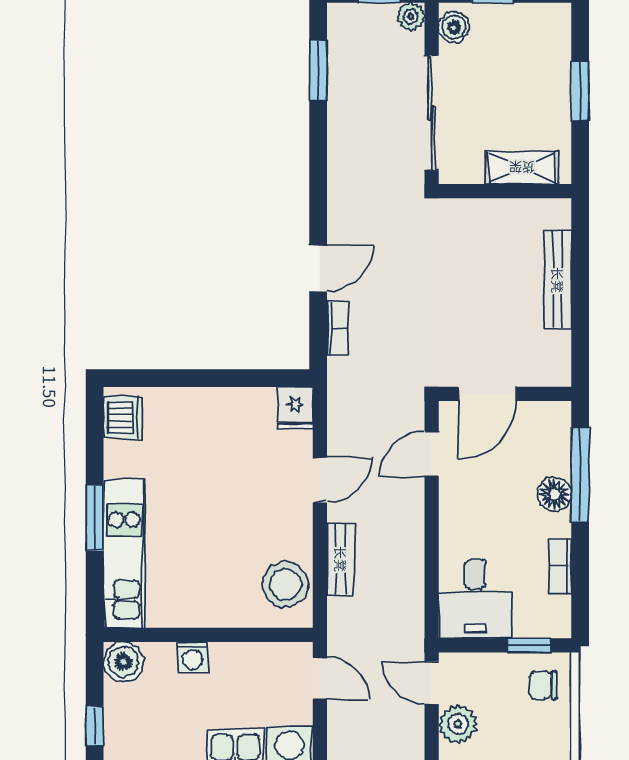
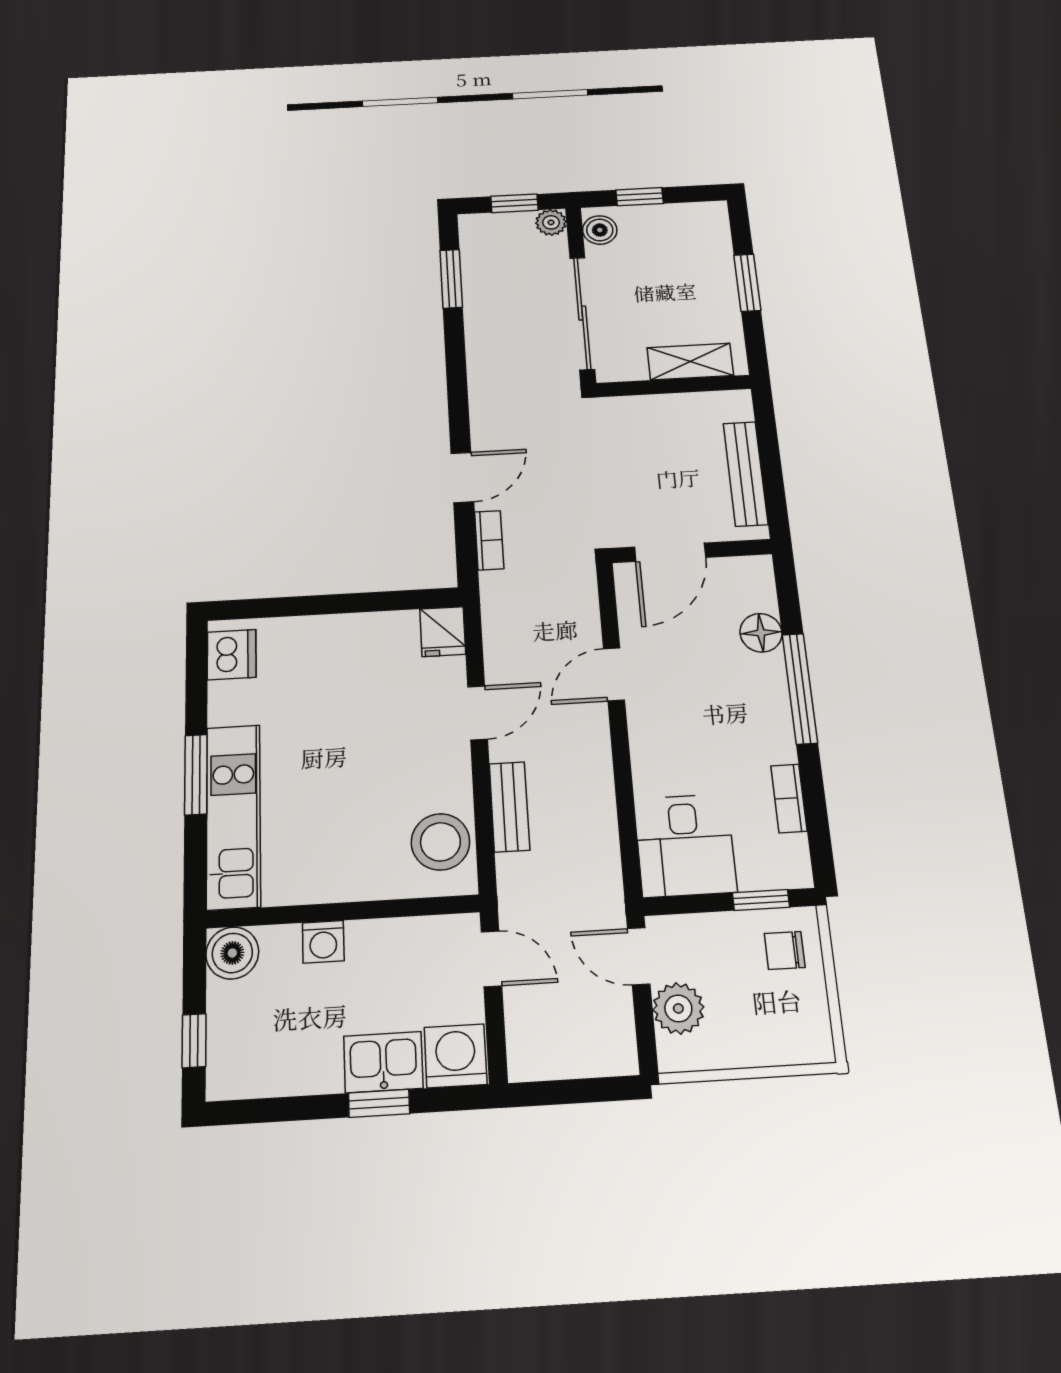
door: (487, 394) -> (670, 552), moved
wall: (505, 394) -> (691, 551), moved
floor lamp: (554, 494) -> (761, 633), moved

